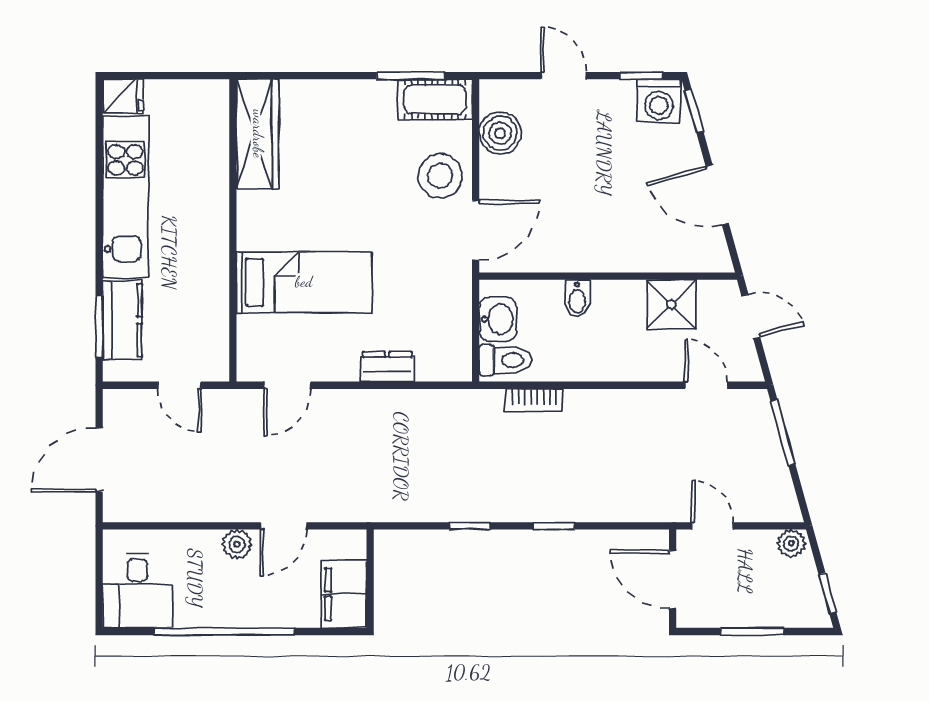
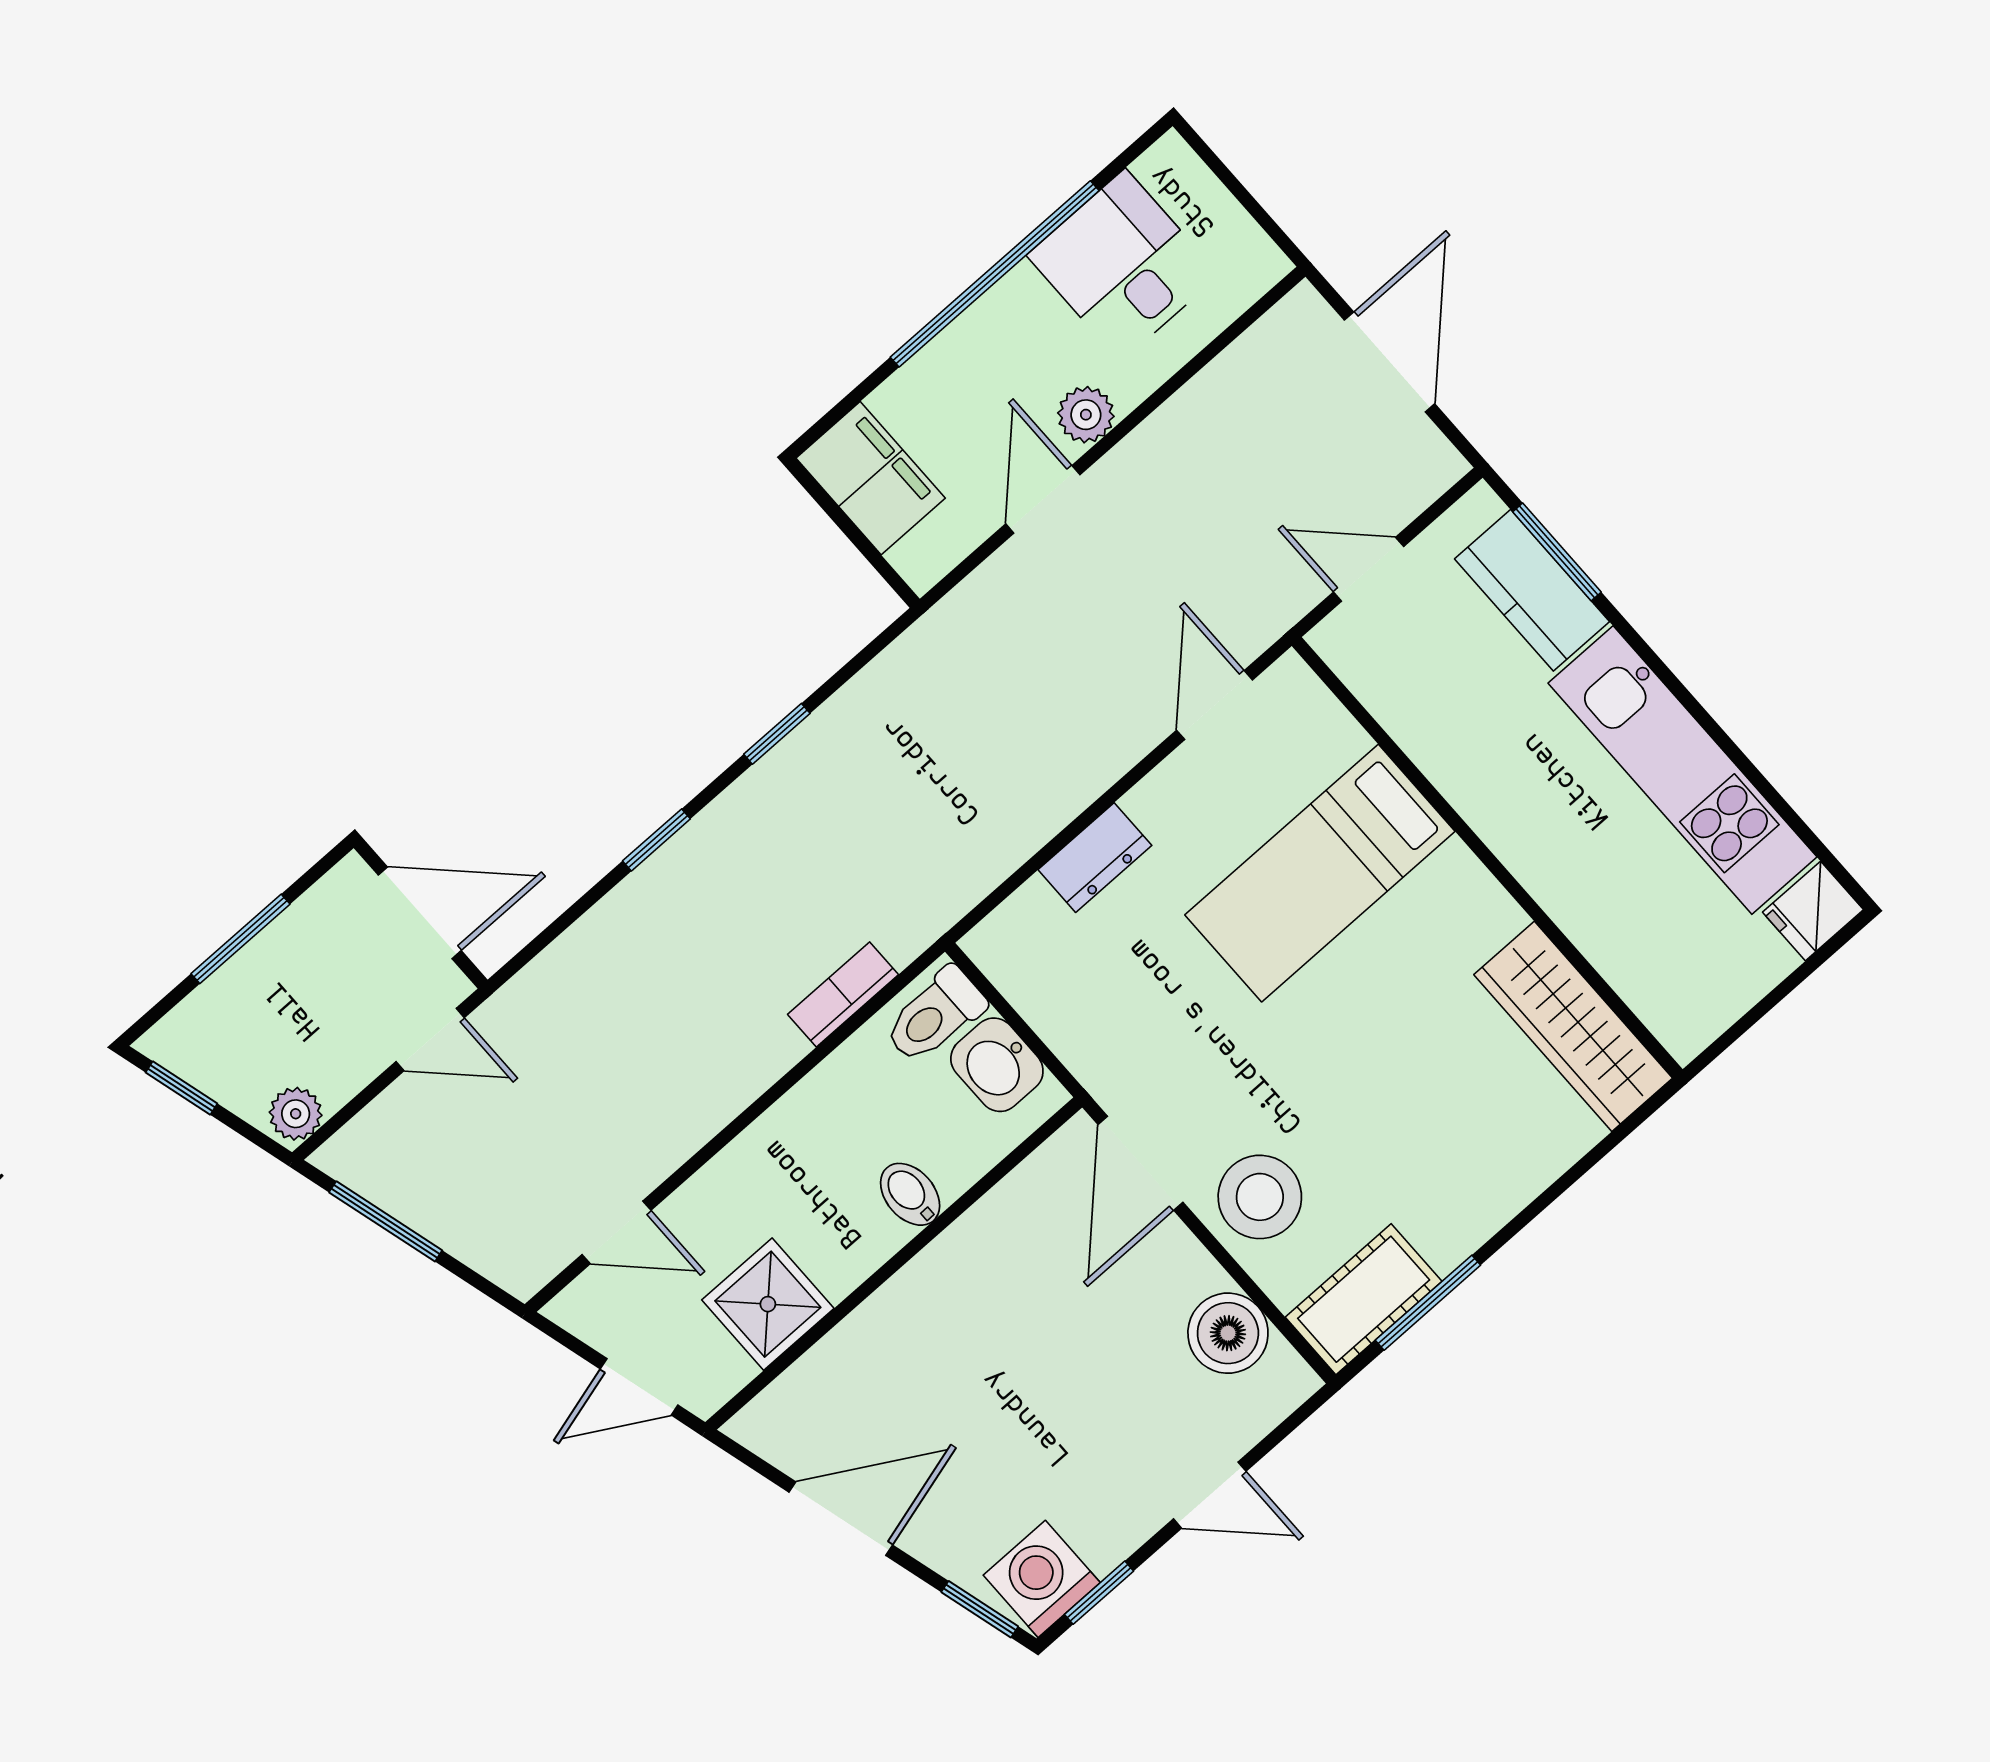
window: (783, 433) -> (386, 1221), moved
desk: (138, 590) -> (1123, 265), moved

